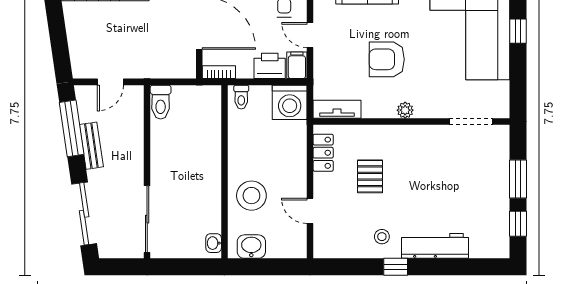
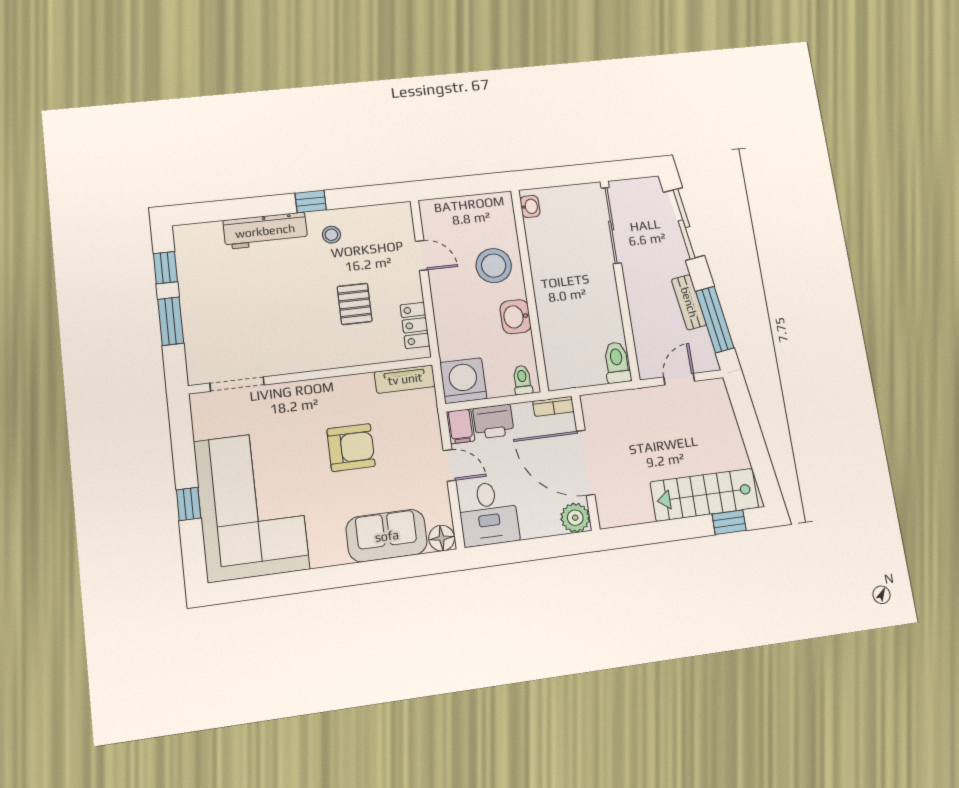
plant: (405, 110) -> (321, 388), removed
washbasin: (251, 247) -> (515, 317), moved, turned 90

